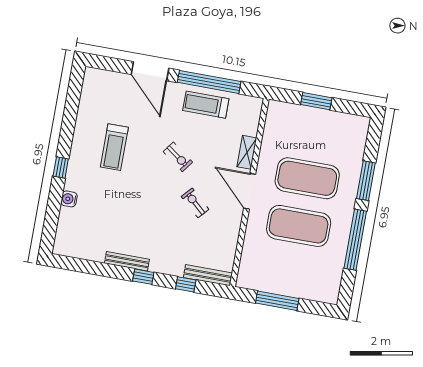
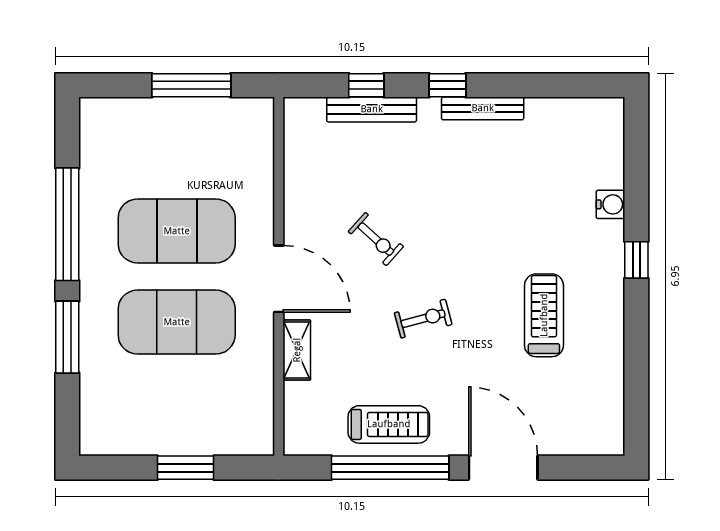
exercise bike: (178, 157) -> (423, 319), turned 129
bench: (208, 275) -> (372, 109), moved

